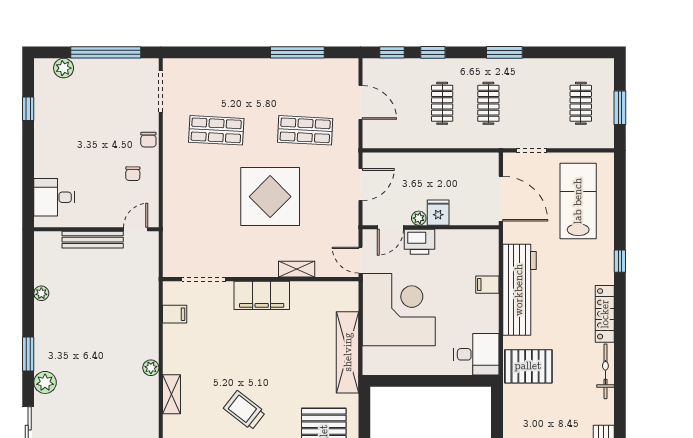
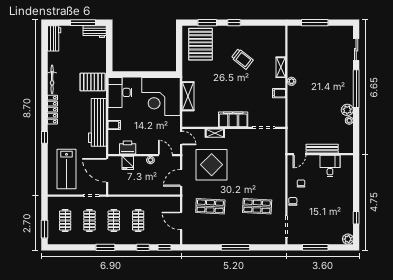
window: (106, 52) -> (315, 247), width x0.68
window: (297, 52) -> (236, 247), moved
plant: (64, 68) -> (348, 239), moved
clothes rail: (535, 103) -> (89, 221), added
window: (620, 108) -> (44, 229), moved
desk: (54, 197) -> (330, 166), moved, turned -90
display table: (270, 197) -> (212, 165), moved
fridge: (438, 213) -> (128, 163), moved
door: (390, 227) -> (165, 155), hinge flipped
printer: (419, 242) -> (128, 148), moved
corner desk: (399, 310) -> (161, 96), moved
filing cabinet: (175, 314) -> (279, 93), moved
shelving: (348, 352) -> (188, 96), width x0.68
window: (28, 354) -> (356, 89), width x2.11
desk: (476, 354) -> (120, 92), width x1.37
plant: (45, 382) -> (347, 110), moved

